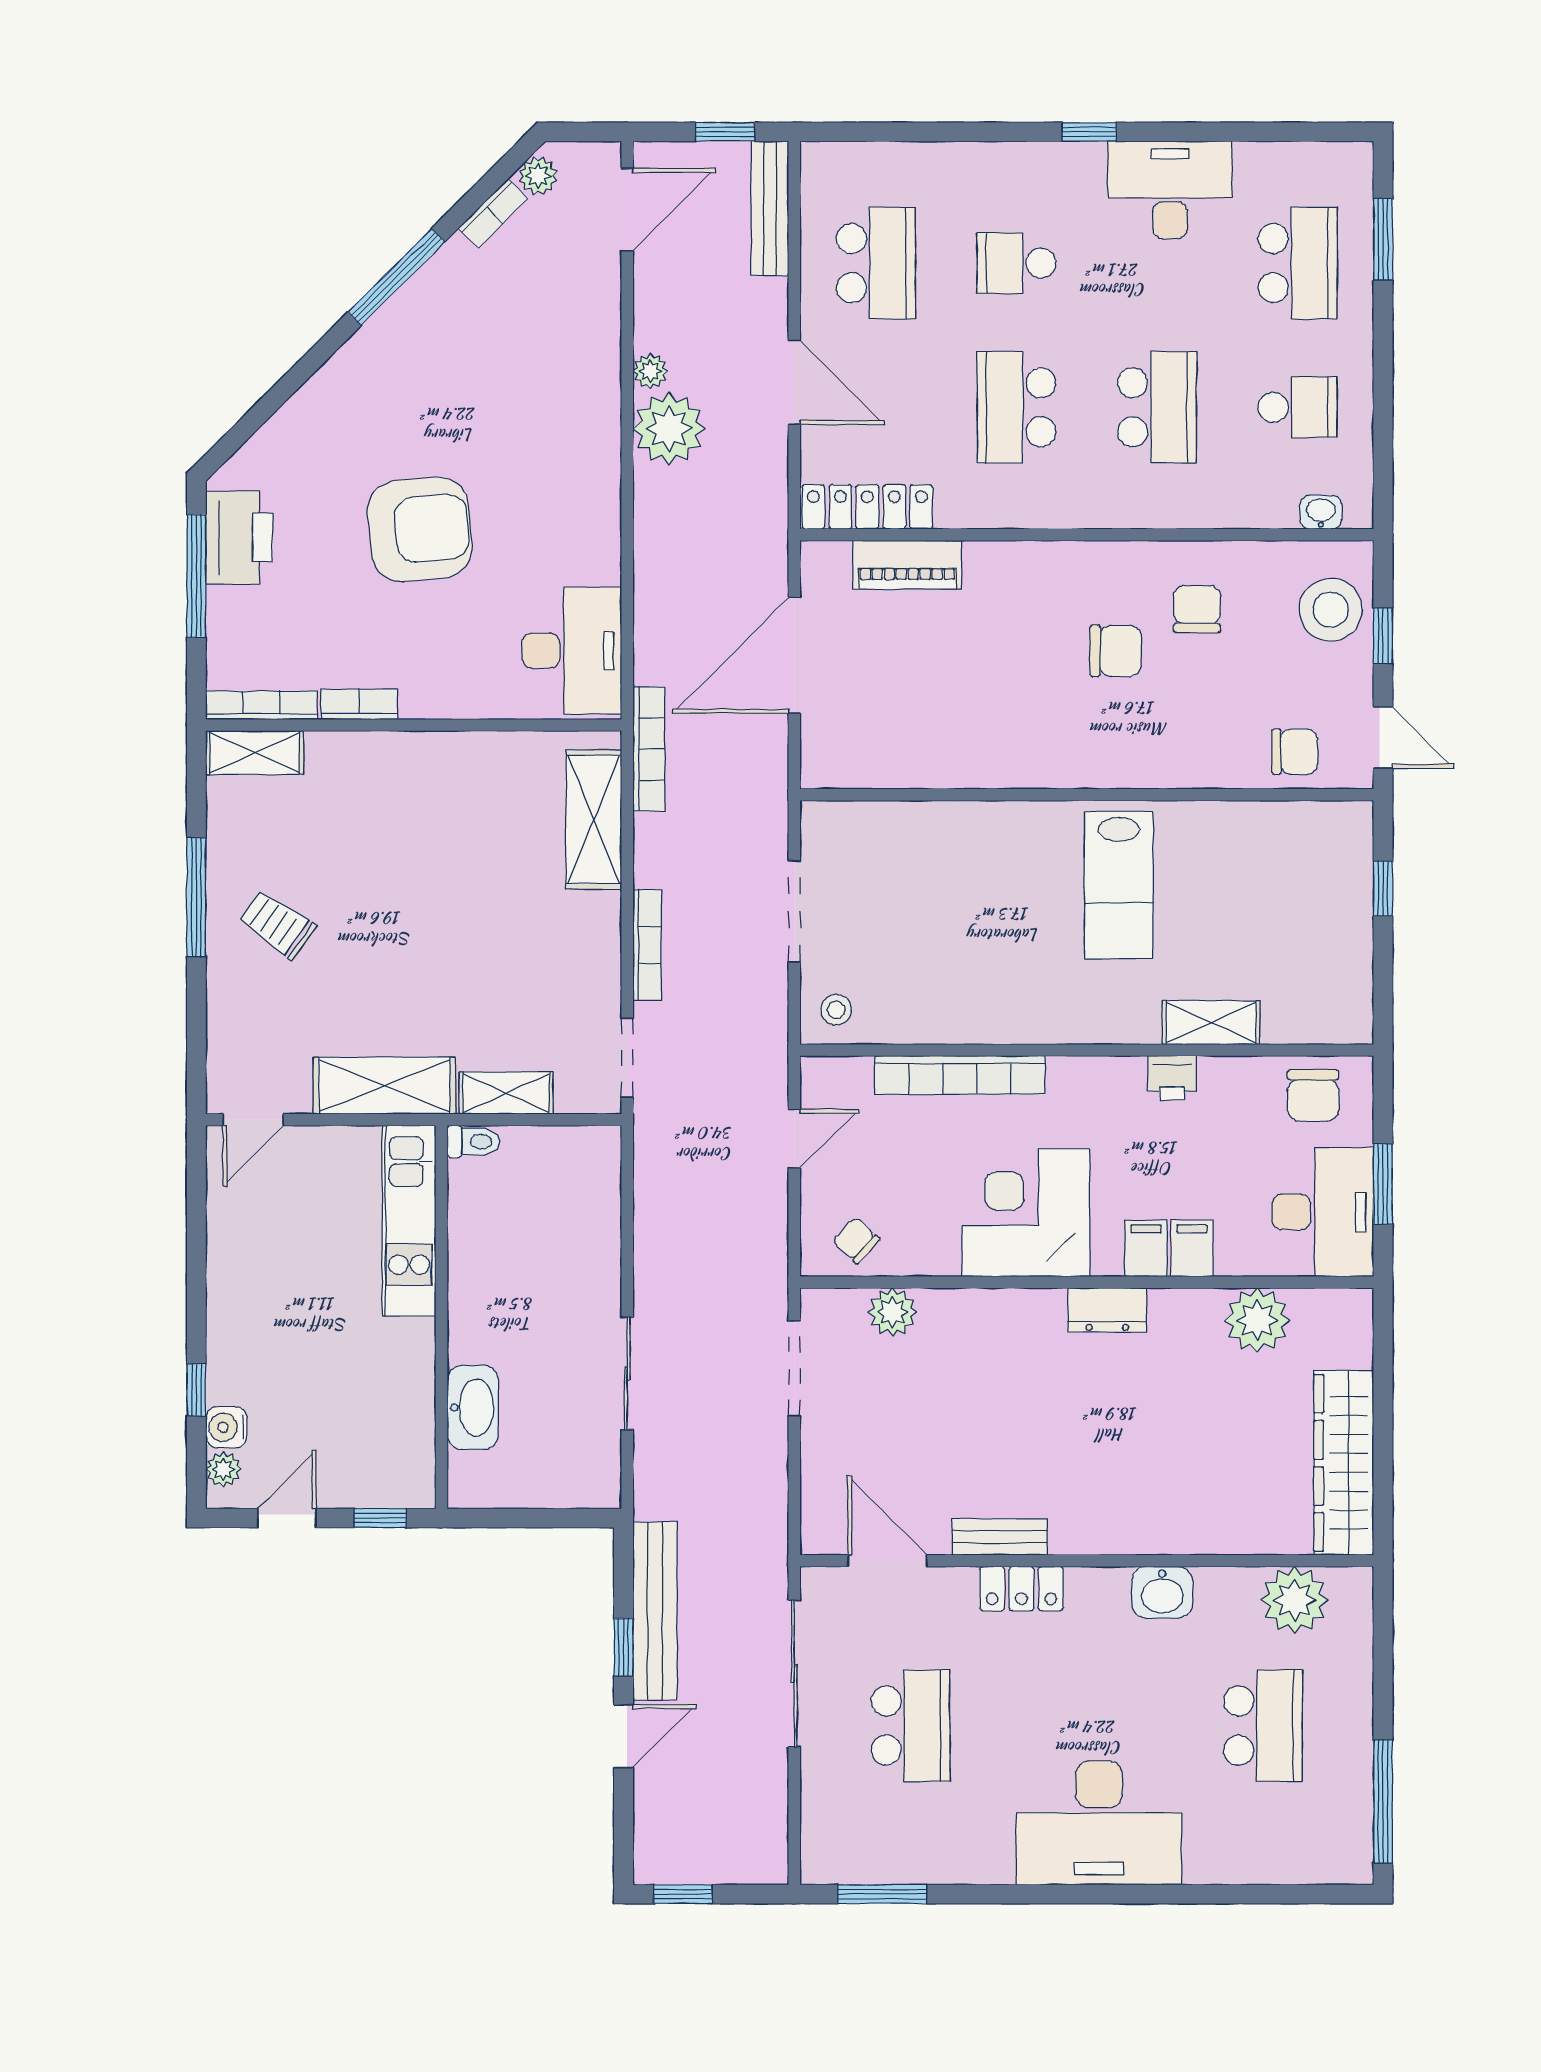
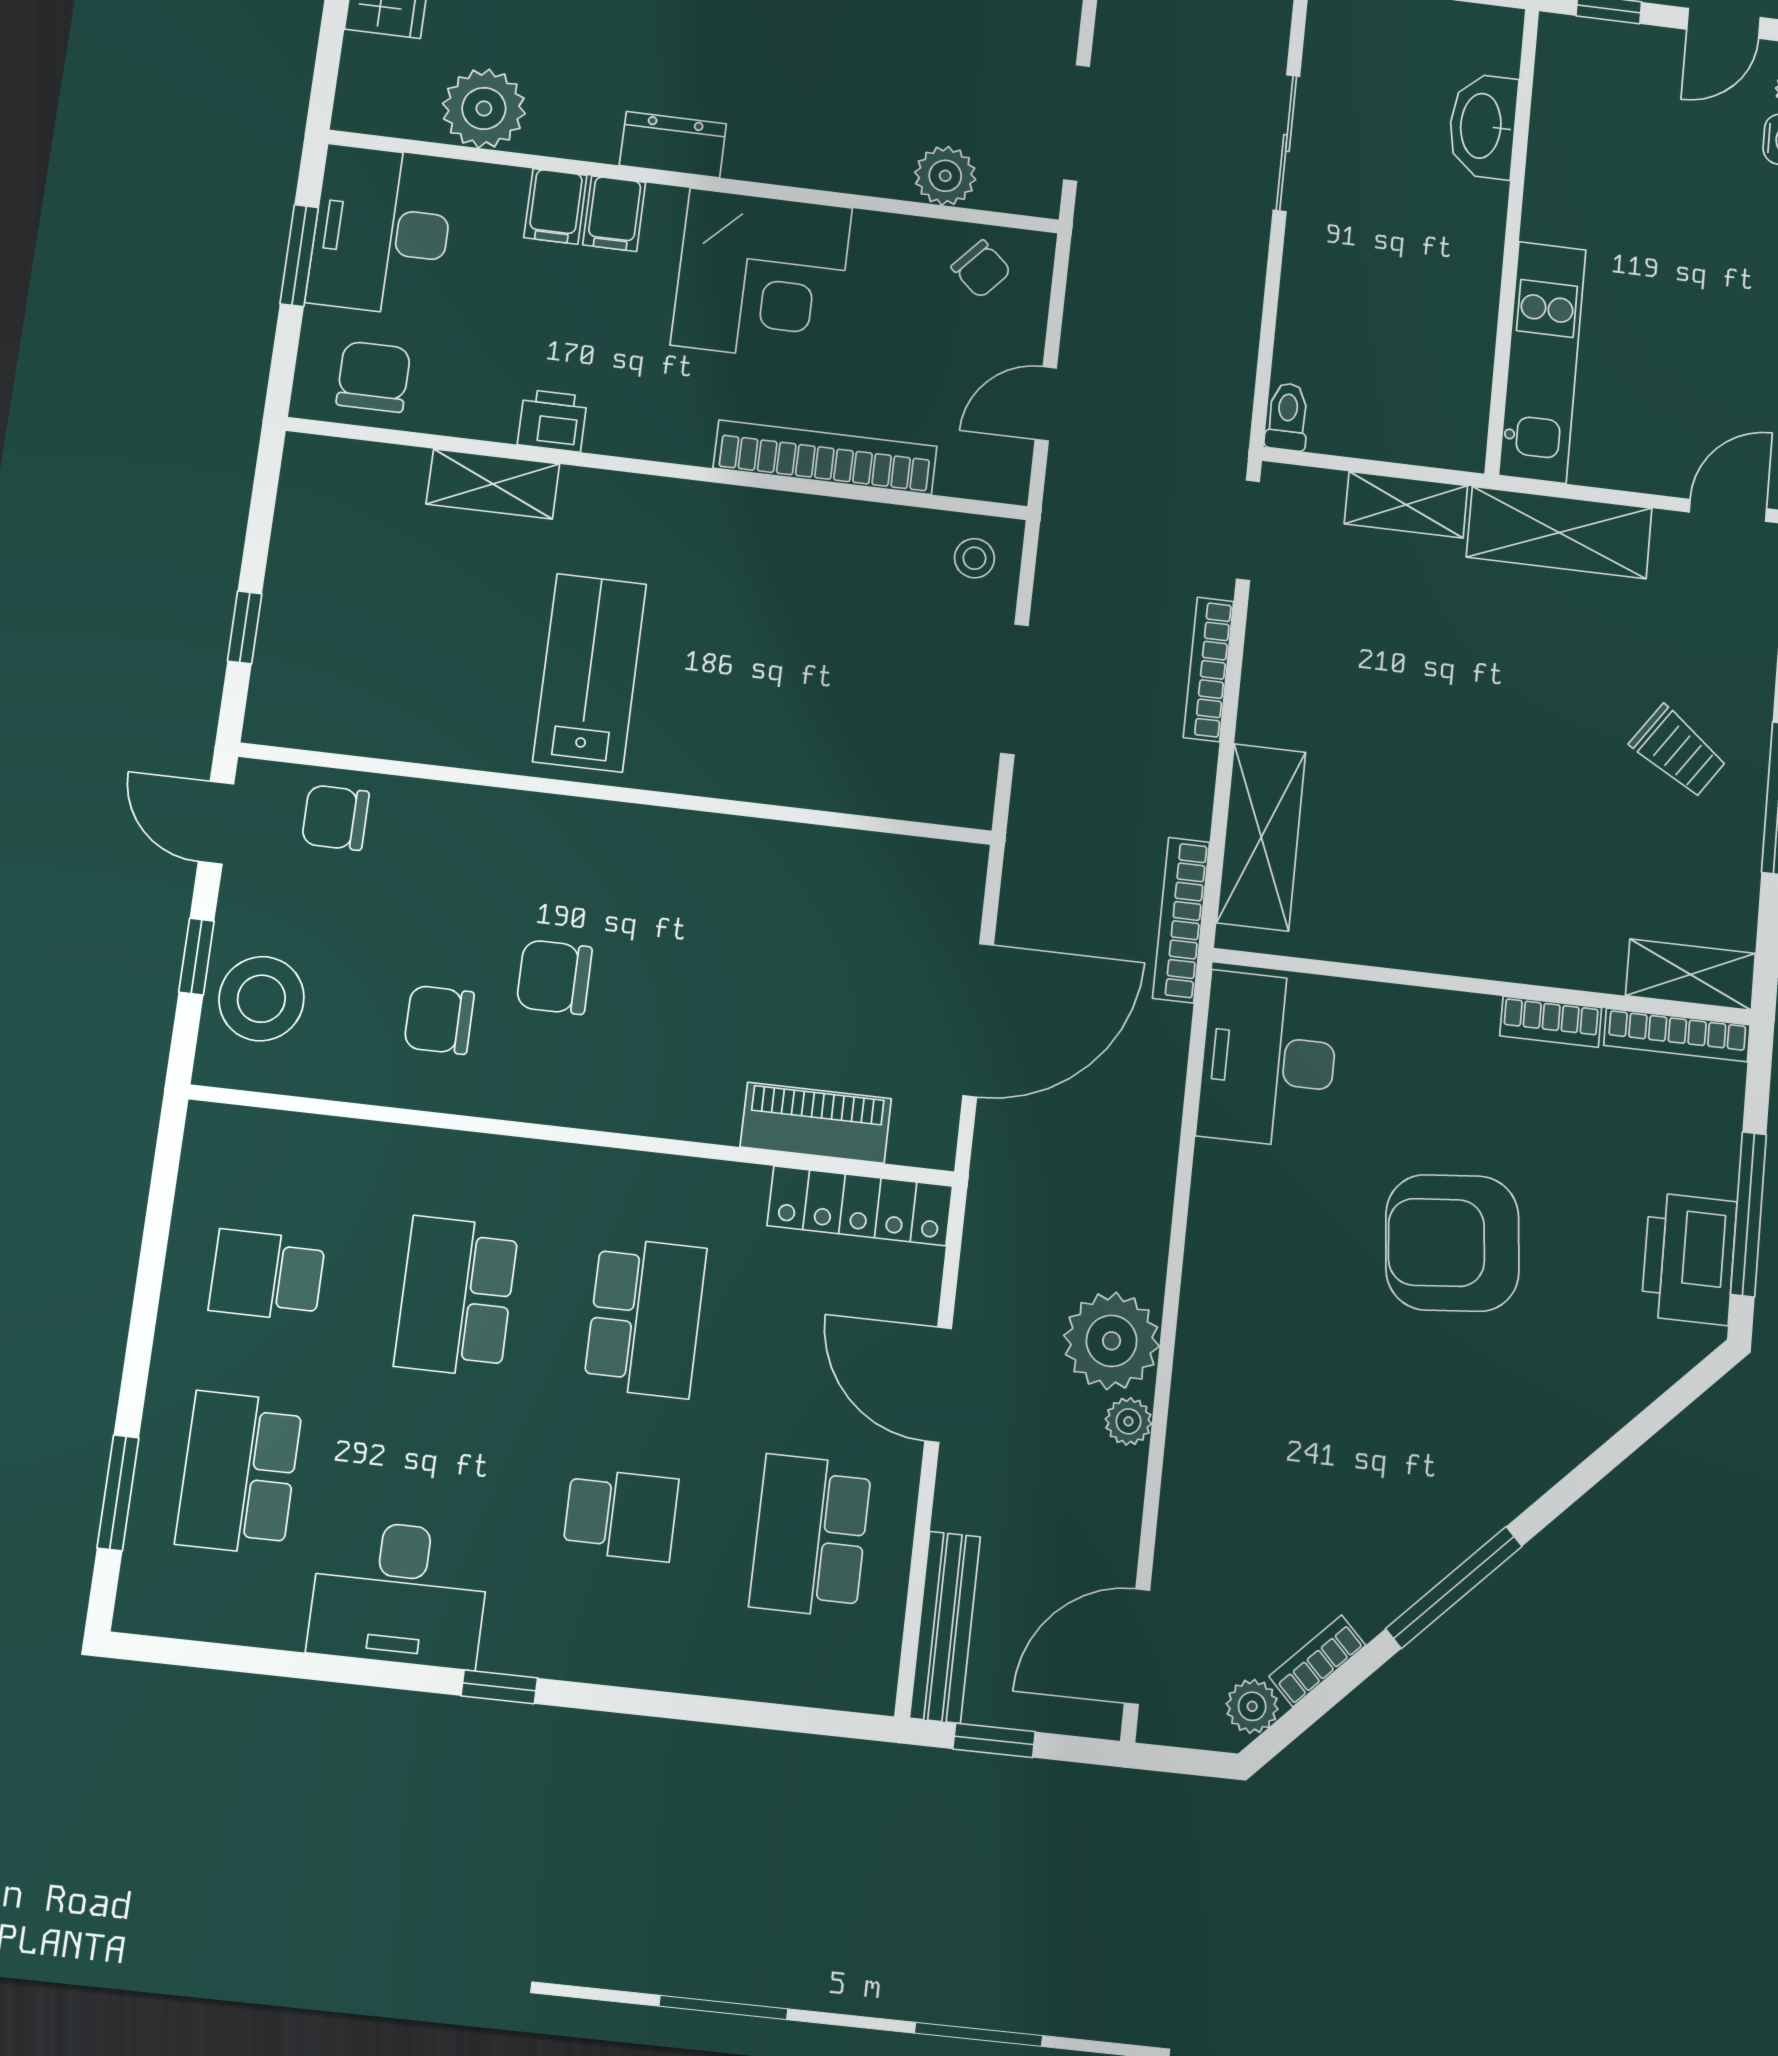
washbasin: (1321, 512) -> (256, 1130), removed
chair: (1197, 609) -> (439, 1020), turned 90
toilet: (474, 1142) -> (1287, 417), moved, turned 90

